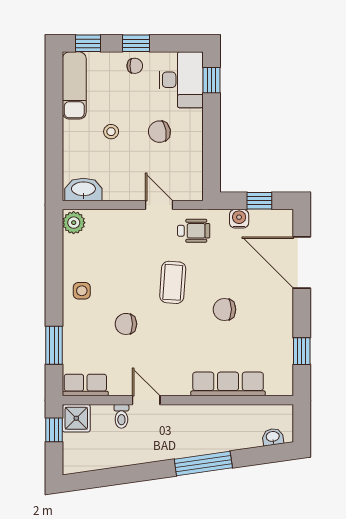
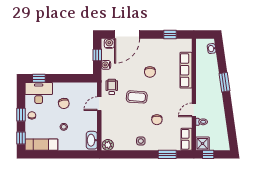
water cooler: (283, 226) -> (109, 43), added
window: (203, 464) -> (224, 82), width x0.69

